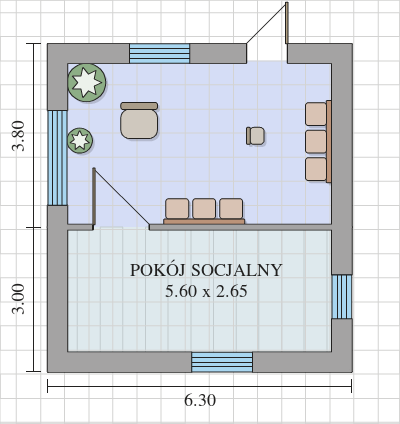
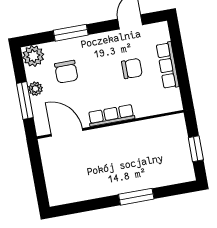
chair: (255, 136) -> (132, 68), width x1.87, depth x1.87
window: (57, 158) -> (25, 100), width x0.68

